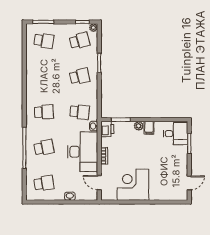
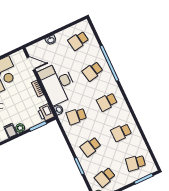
school desk: (44, 76) -> (121, 132), added

